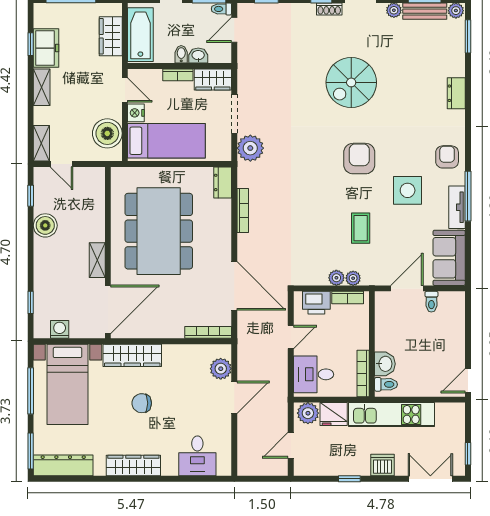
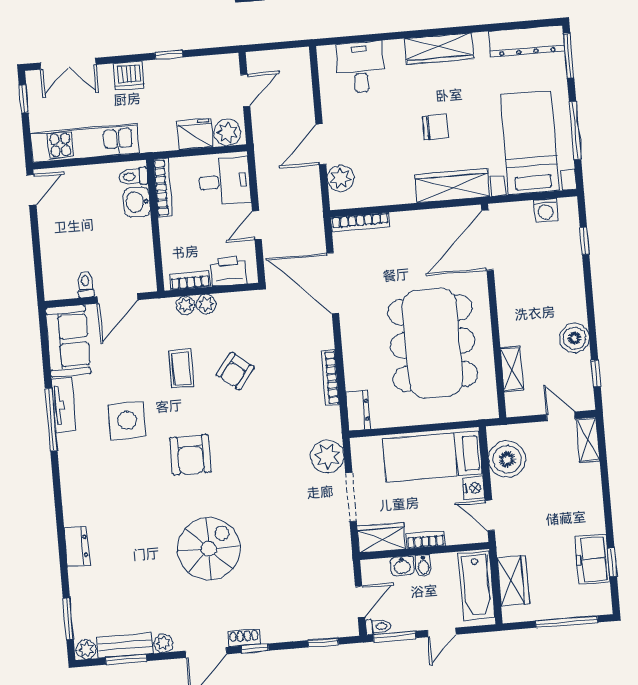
shelving: (42, 87) -> (594, 510), removed
armchair: (447, 157) -> (235, 371), moved, turned 39
shelving: (97, 260) -> (512, 369), moved
kitchen unit: (391, 415) -> (85, 143), moved

